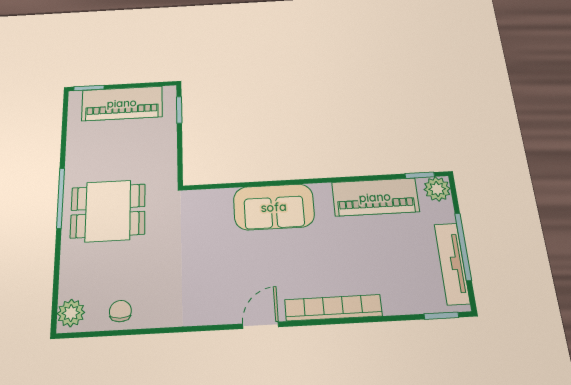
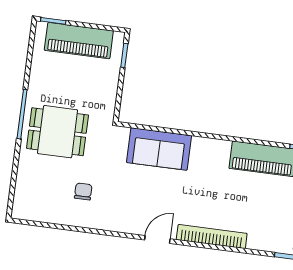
sofa: (274, 207) -> (159, 149), moved
chair: (120, 311) -> (83, 191), moved
plant: (71, 313) -> (22, 206), removed

